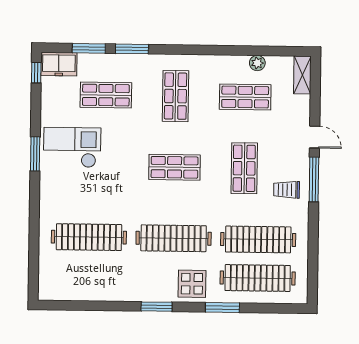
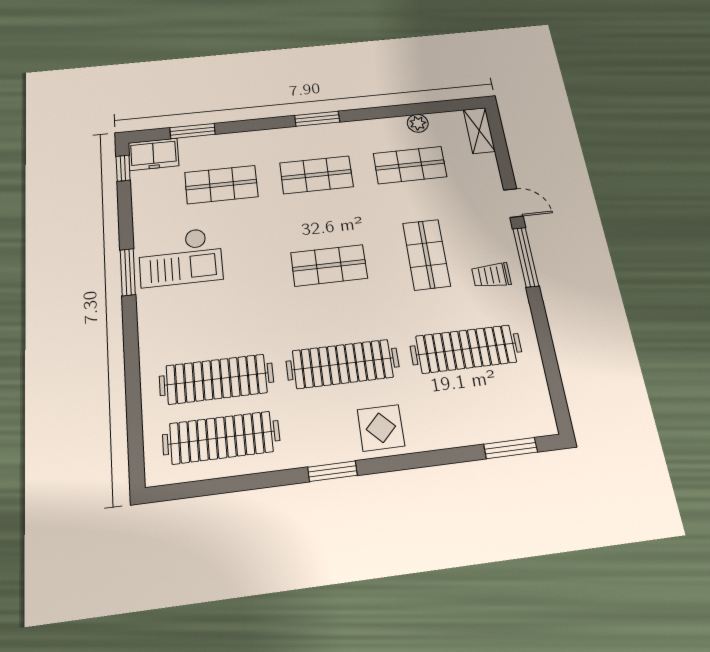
window: (132, 49) -> (317, 119), moved
shop shelf: (176, 96) -> (316, 175), turned 90
checkout: (72, 147) -> (180, 257), turned 180
clothes rail: (258, 278) -> (221, 438), moved
window: (222, 308) -> (511, 448), moved

